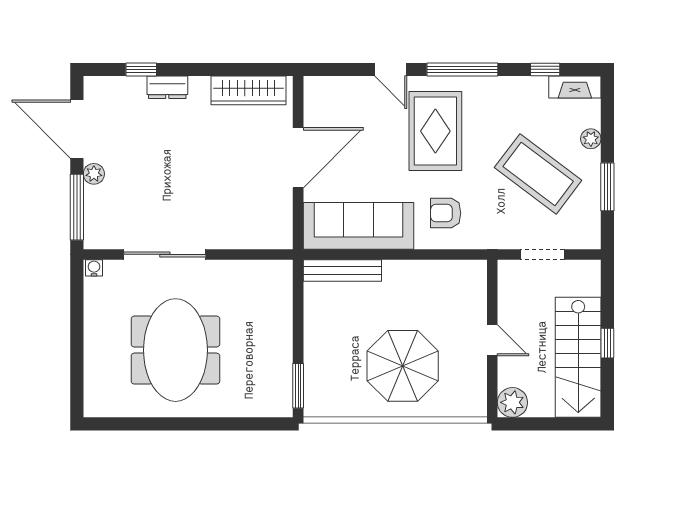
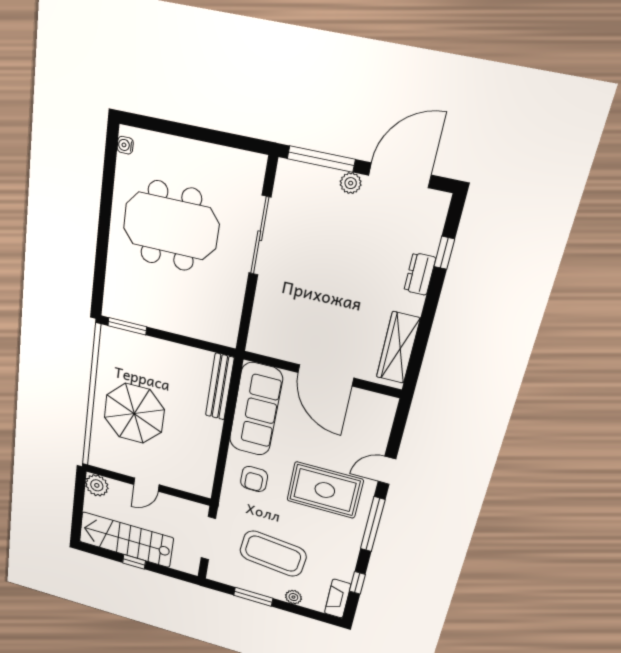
coffee table: (538, 174) -> (273, 554), turned 59
armchair: (446, 213) -> (254, 479), turned 180
doorway: (542, 254) -> (208, 538), width x1.38
water cooler: (94, 268) -> (125, 145), moved, turned 180

